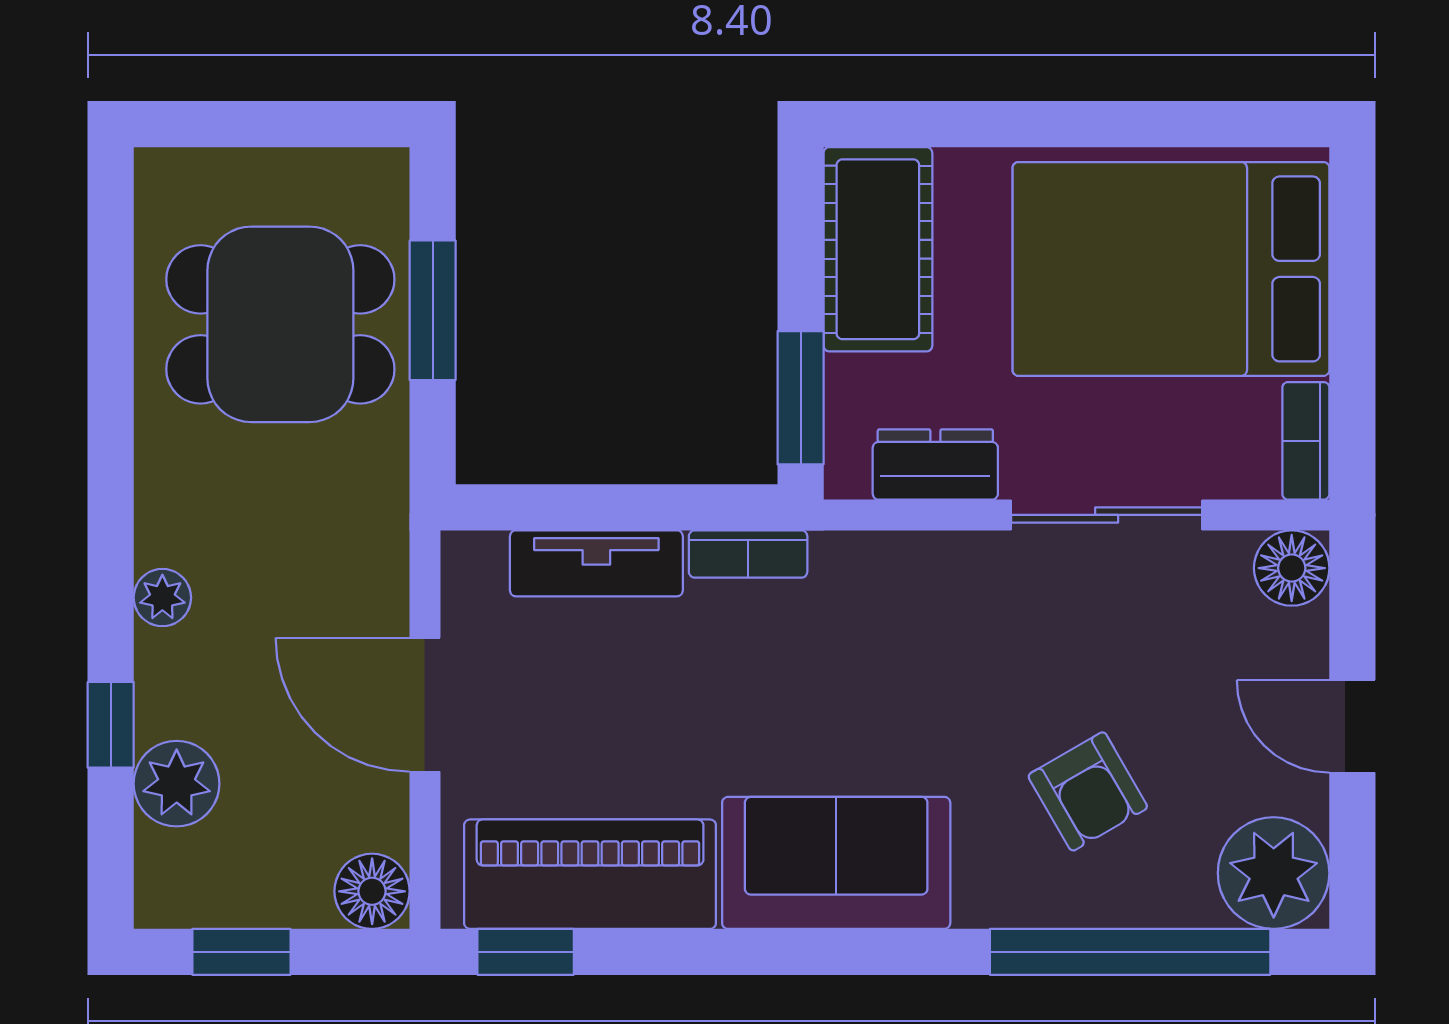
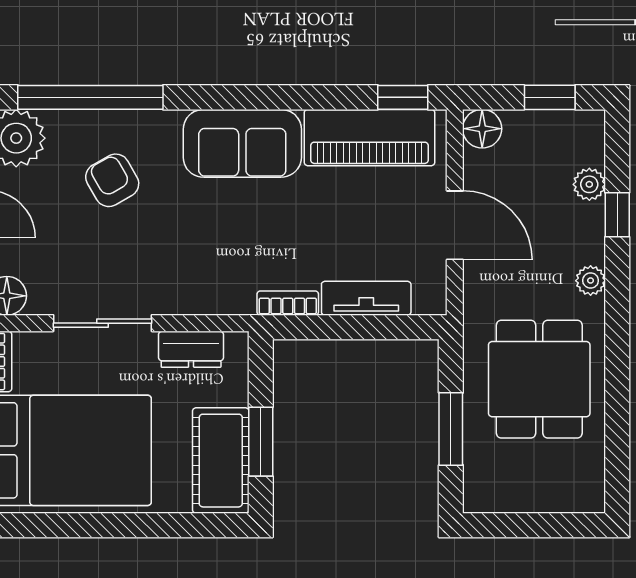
dining table: (280, 324) -> (539, 379), moved, turned 90
window: (801, 398) -> (261, 442), moved
plant: (177, 784) -> (589, 184), width x0.73, depth x0.73

